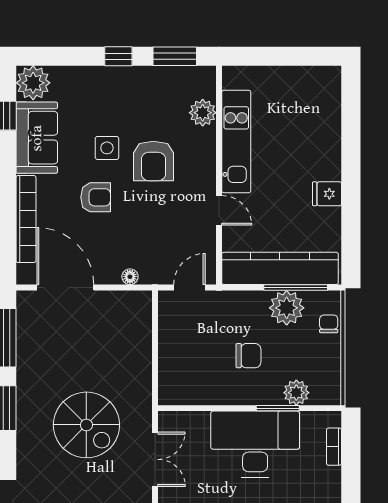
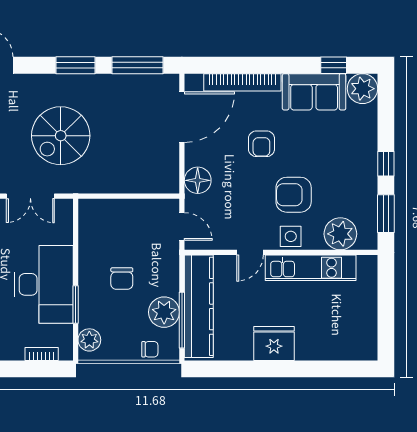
plant: (203, 113) -> (340, 234), width x1.36, depth x1.36
side table: (107, 148) -> (291, 236), moved
fridge: (327, 194) -> (274, 343), width x1.88, depth x1.34
floor lamp: (130, 277) -> (198, 180), width x1.89, depth x1.89
plant: (296, 393) -> (89, 340), moved

